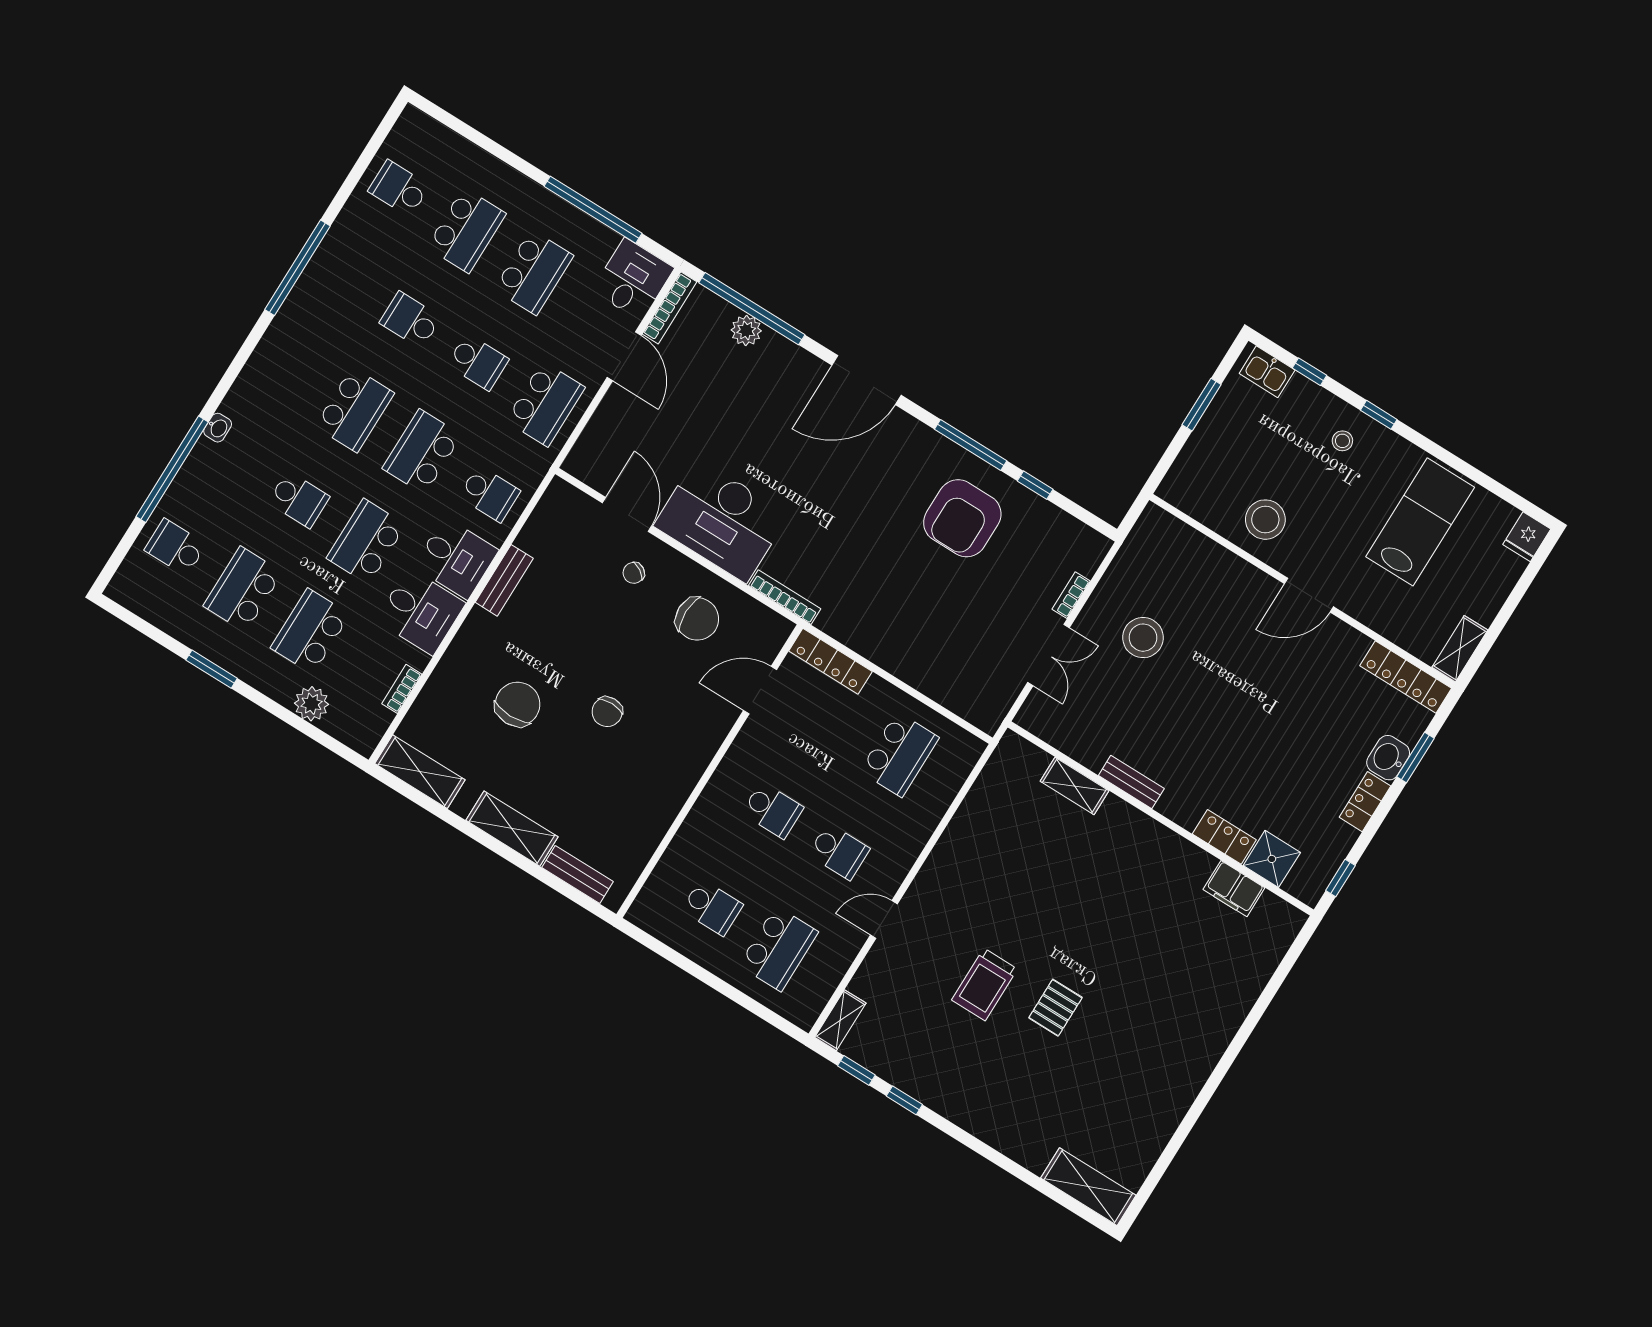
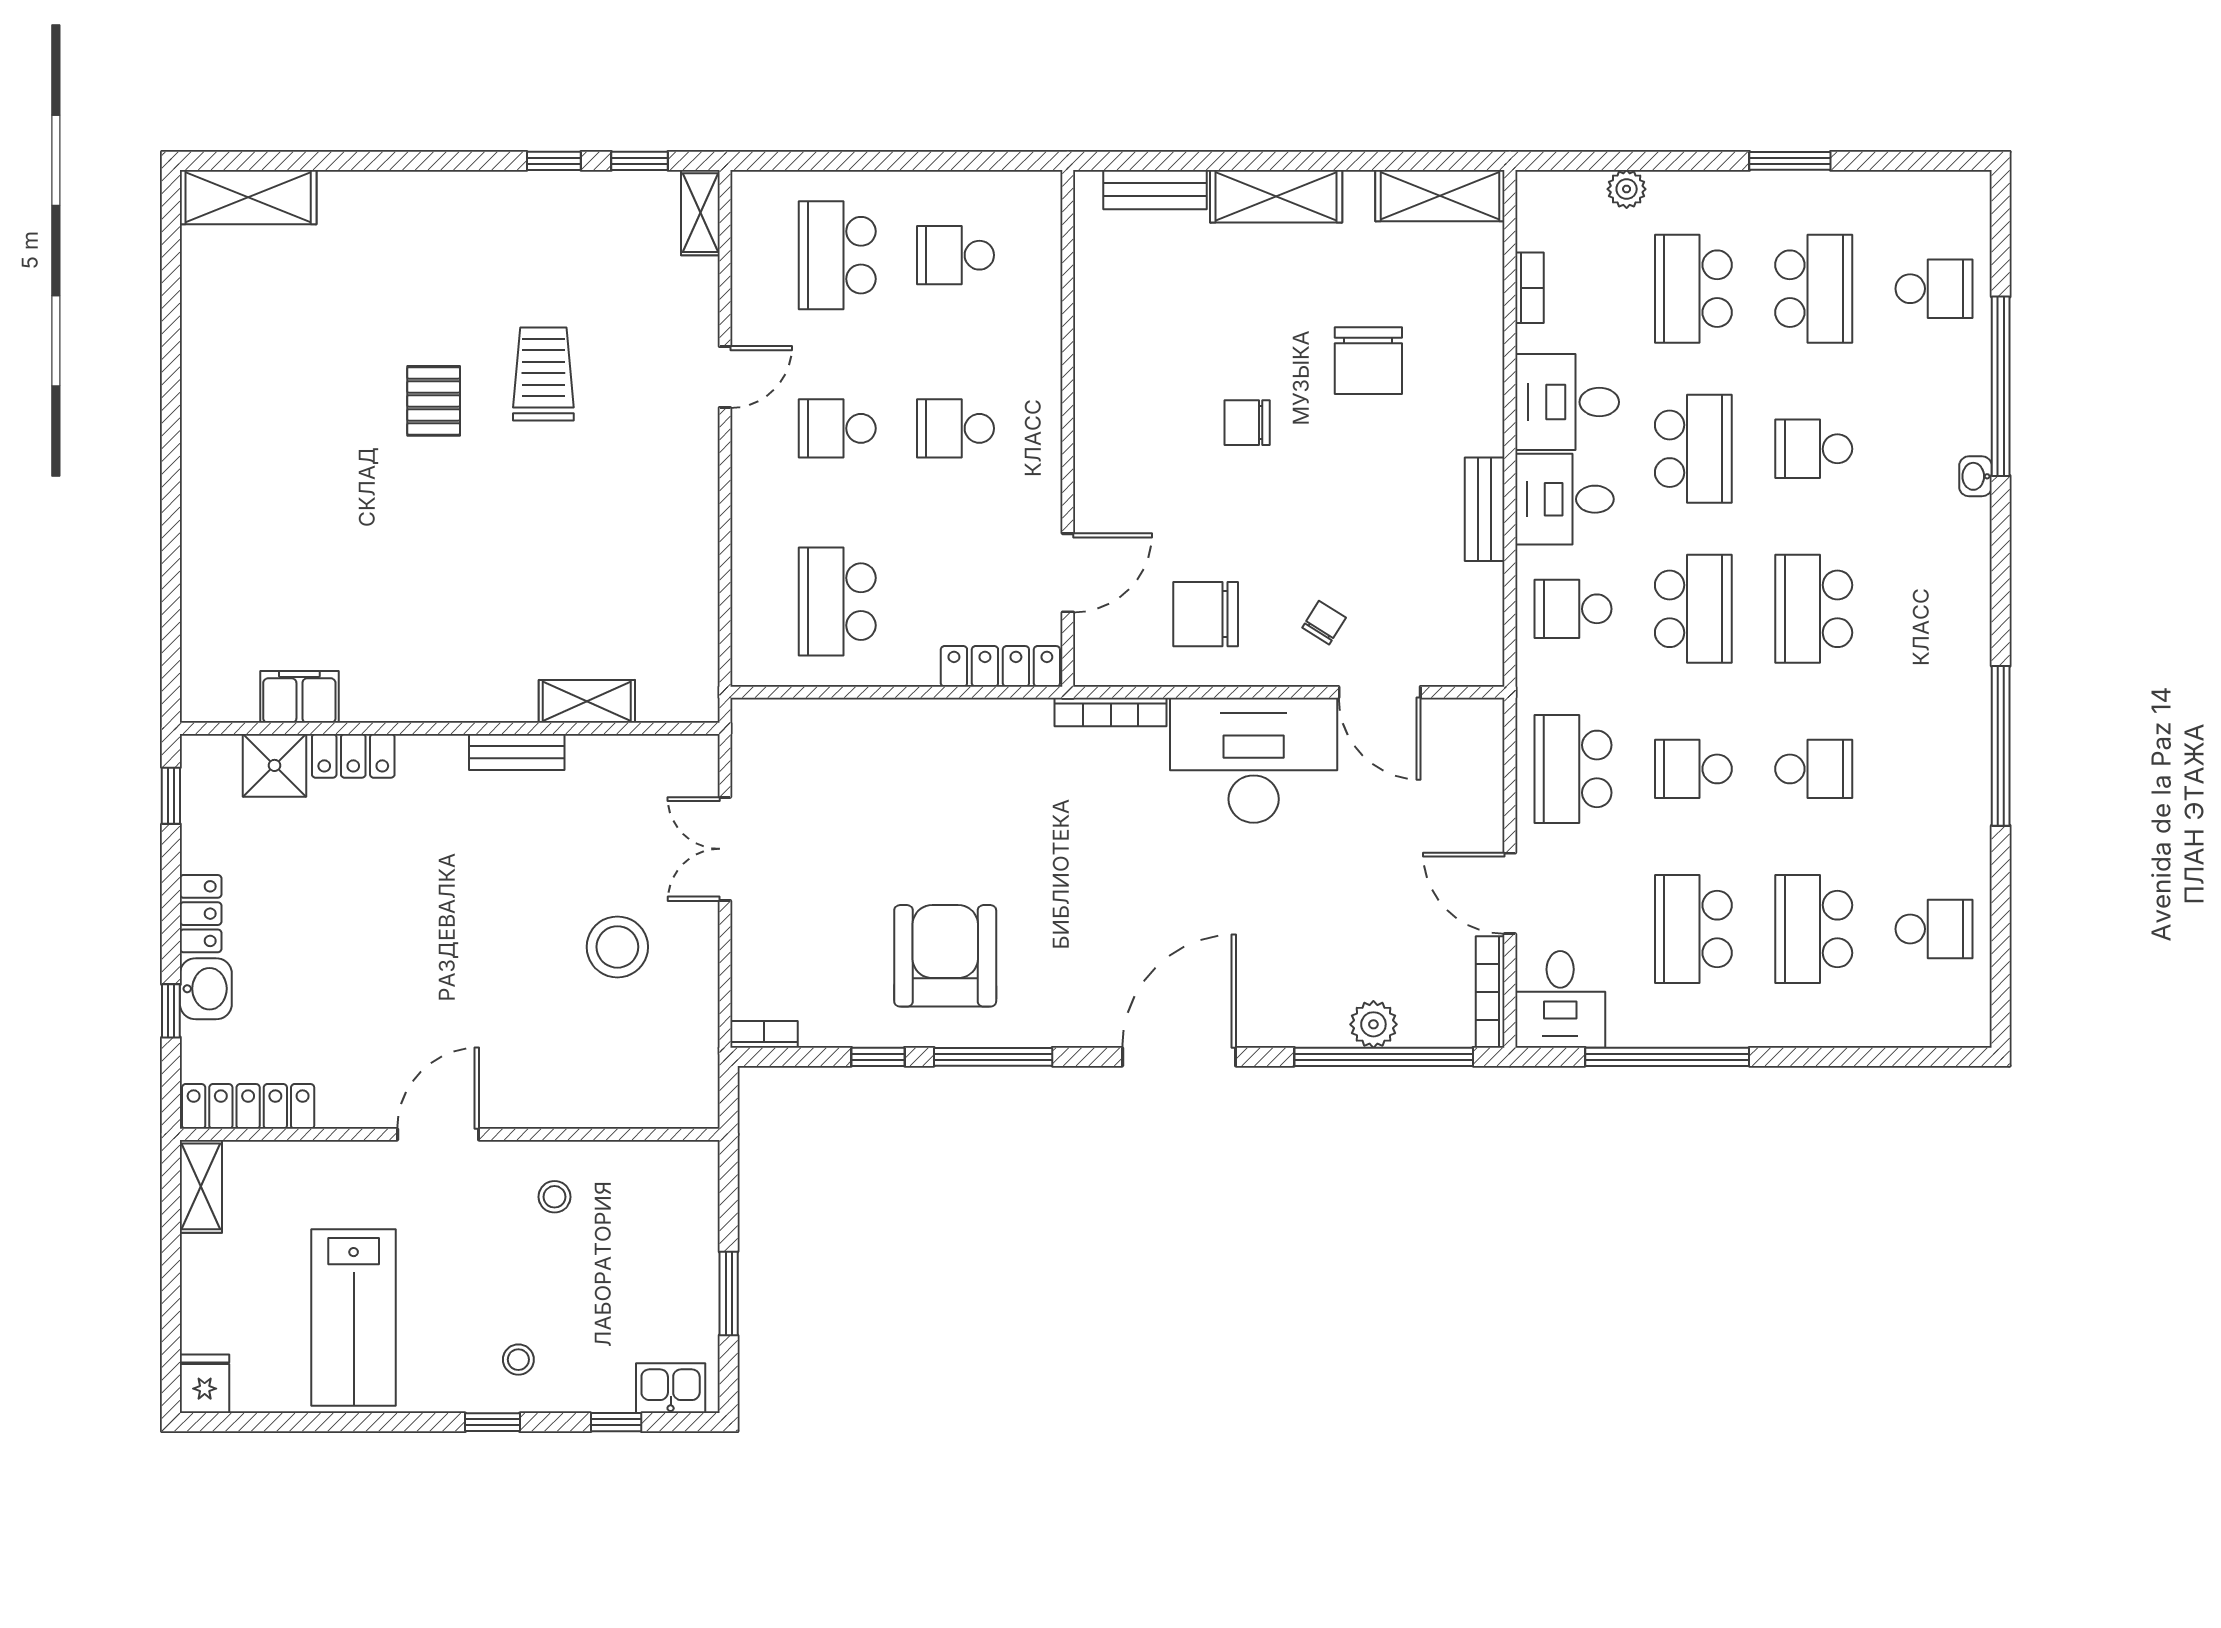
stool: (1265, 520) -> (555, 1197), width x0.53, depth x0.53
bookcase: (1071, 595) -> (764, 1034), moved, turned -90
school desk: (310, 631) -> (1693, 289), turned 180
plant: (311, 704) -> (1627, 189), width x0.73, depth x0.73
chair: (607, 712) -> (1247, 423), turned -90
window: (1415, 757) -> (171, 1011), width x0.67

